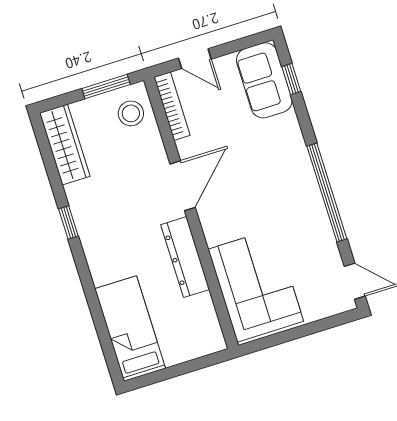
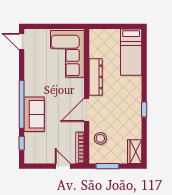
sofa: (264, 80) -> (34, 114), moved
stool: (131, 113) -> (100, 138), moved
wardrobe: (65, 145) -> (135, 152), width x0.67
window: (327, 193) -> (22, 104), moved

